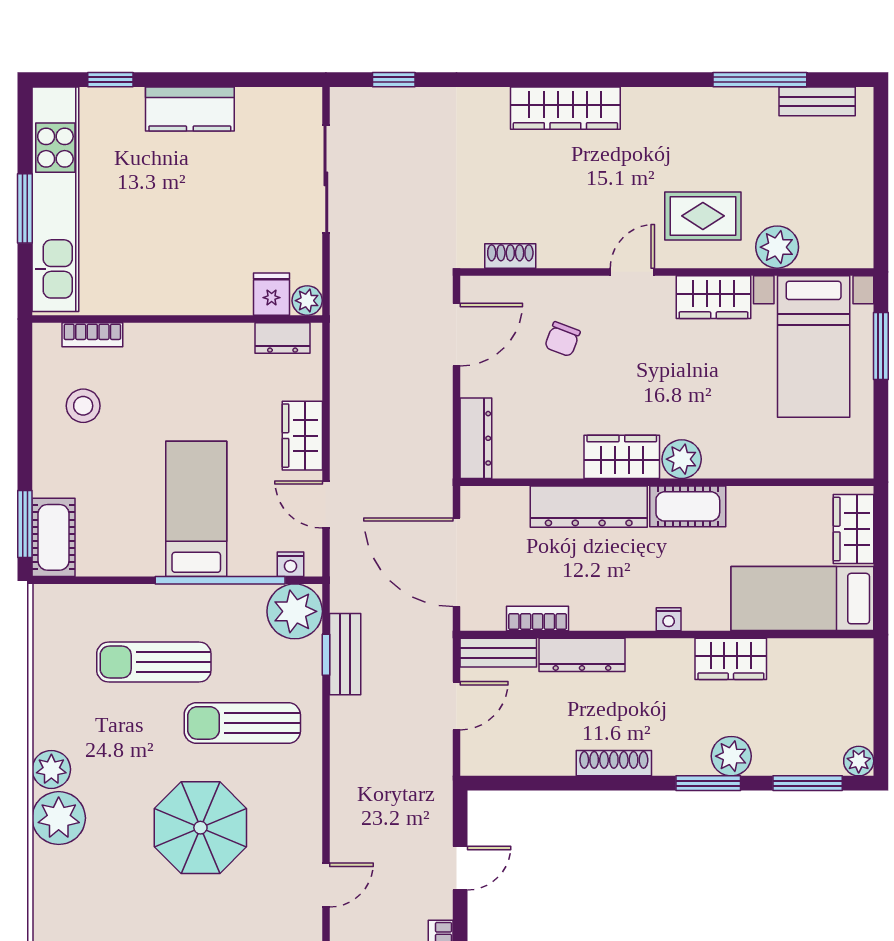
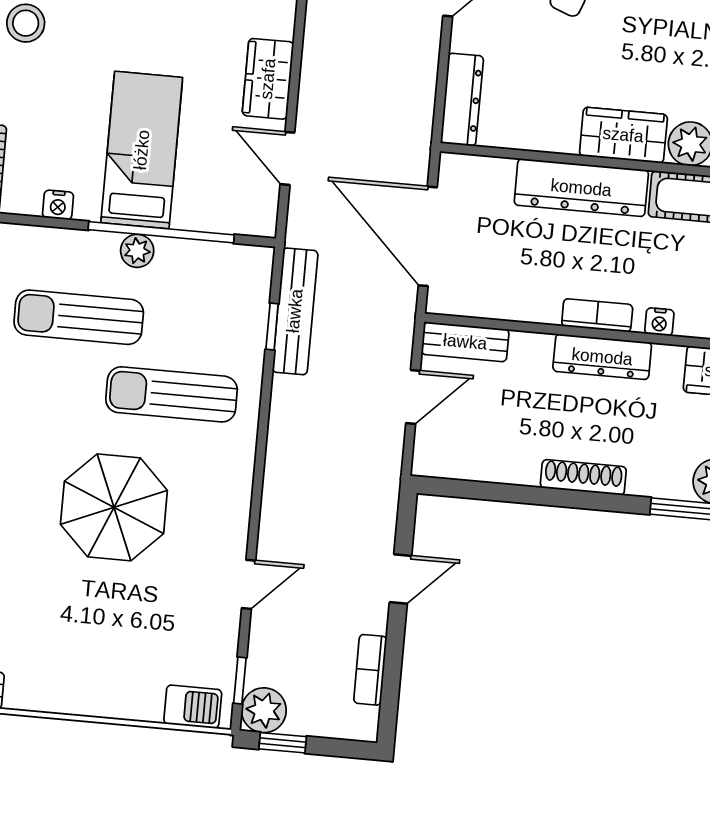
nightstand: (291, 564) -> (58, 205), moved
plant: (295, 611) -> (137, 251), moved, width x0.53, depth x0.53
bookcase: (538, 619) -> (597, 315), moved
bench: (345, 654) -> (295, 311), width x1.36
dresser: (582, 655) -> (602, 357), moved

